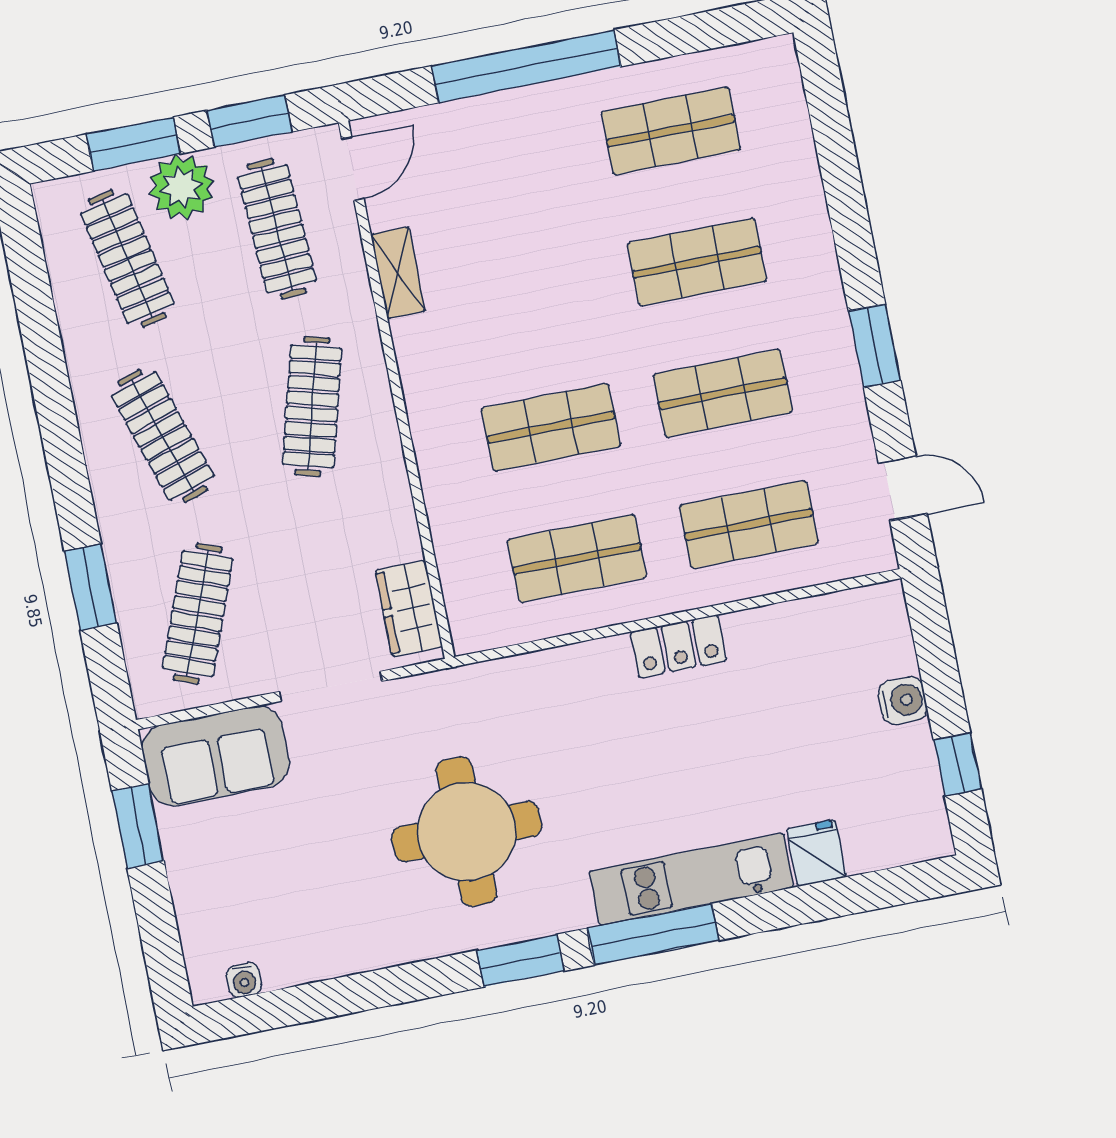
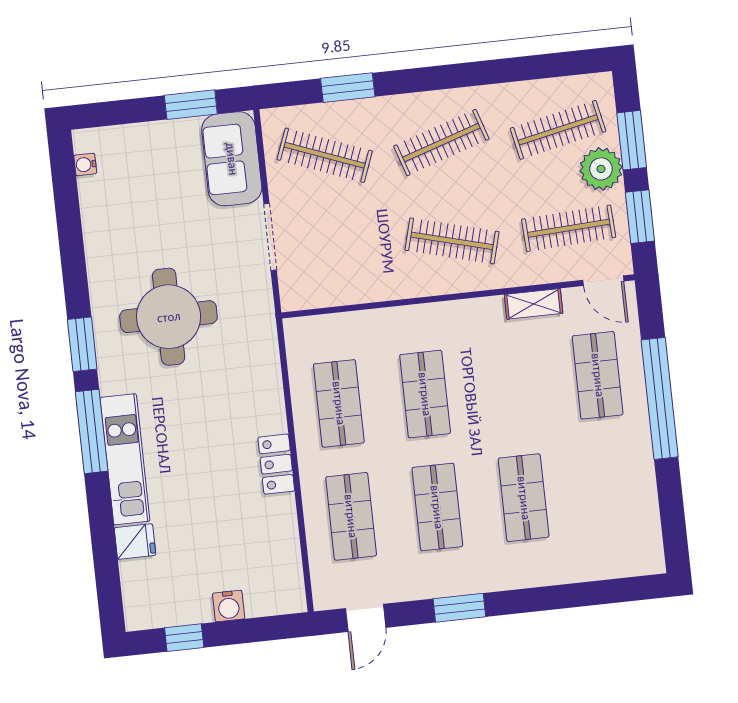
shop shelf: (671, 131) -> (598, 375), moved
wardrobe: (409, 609) -> (316, 292), removed

